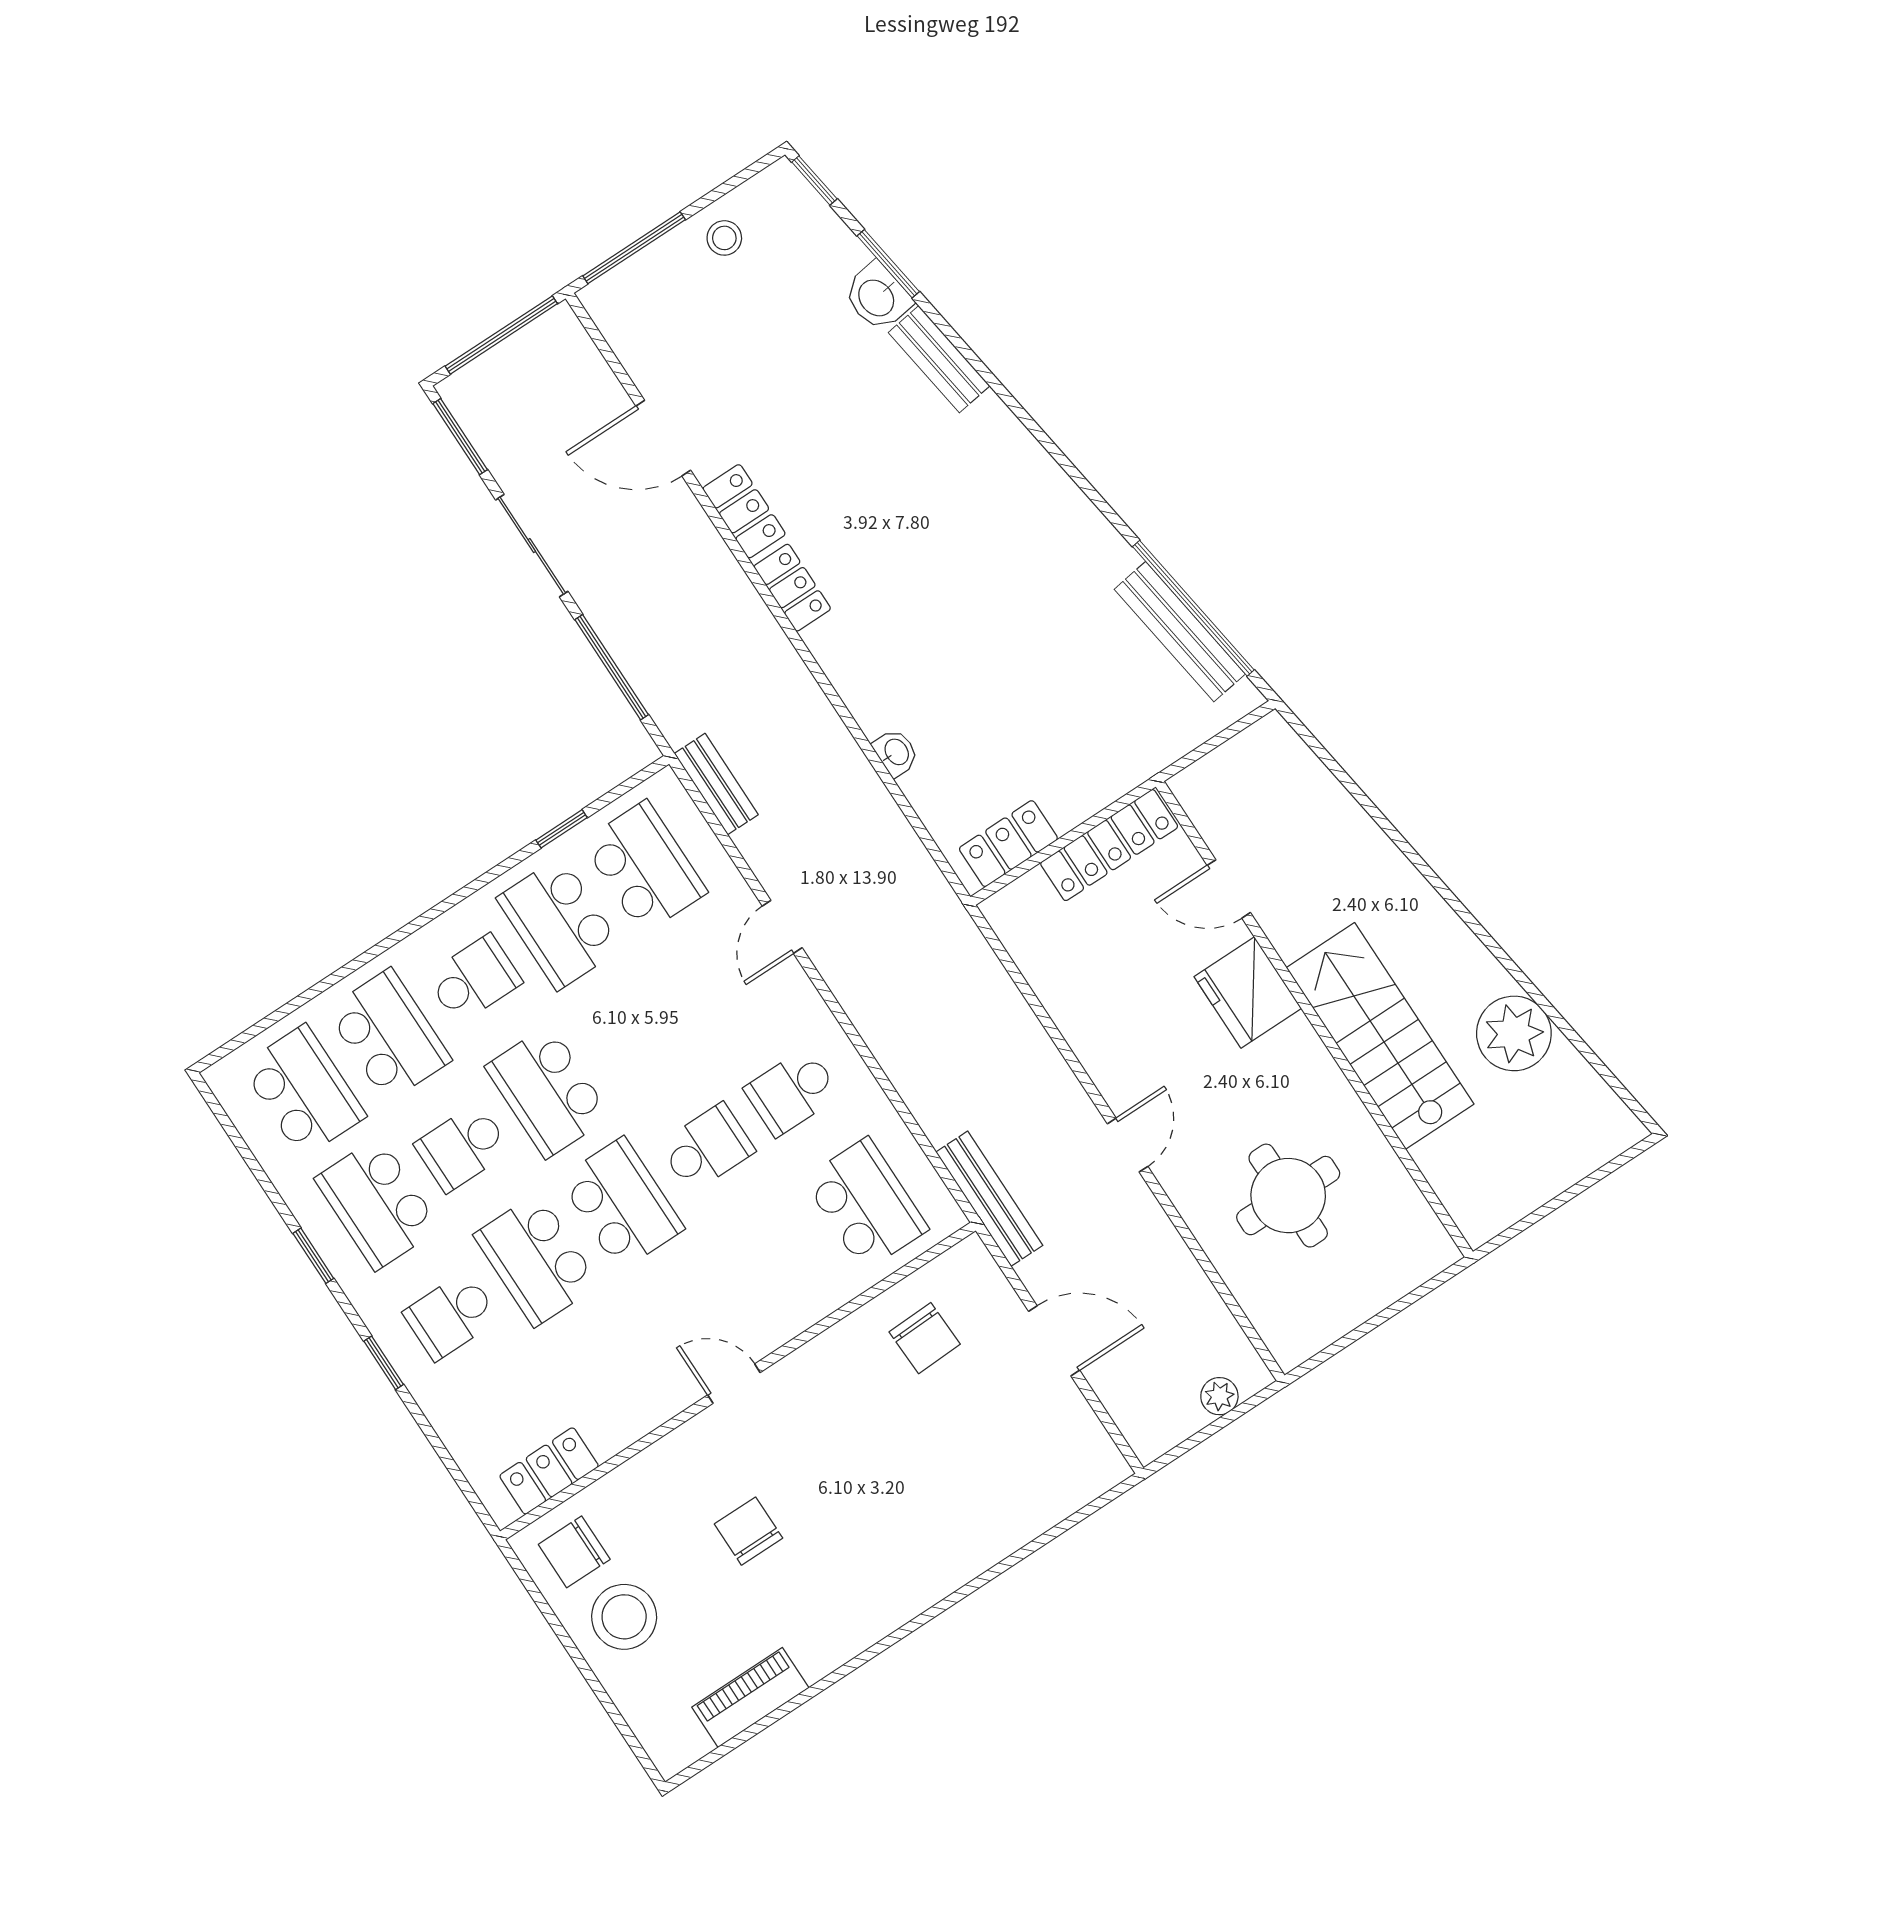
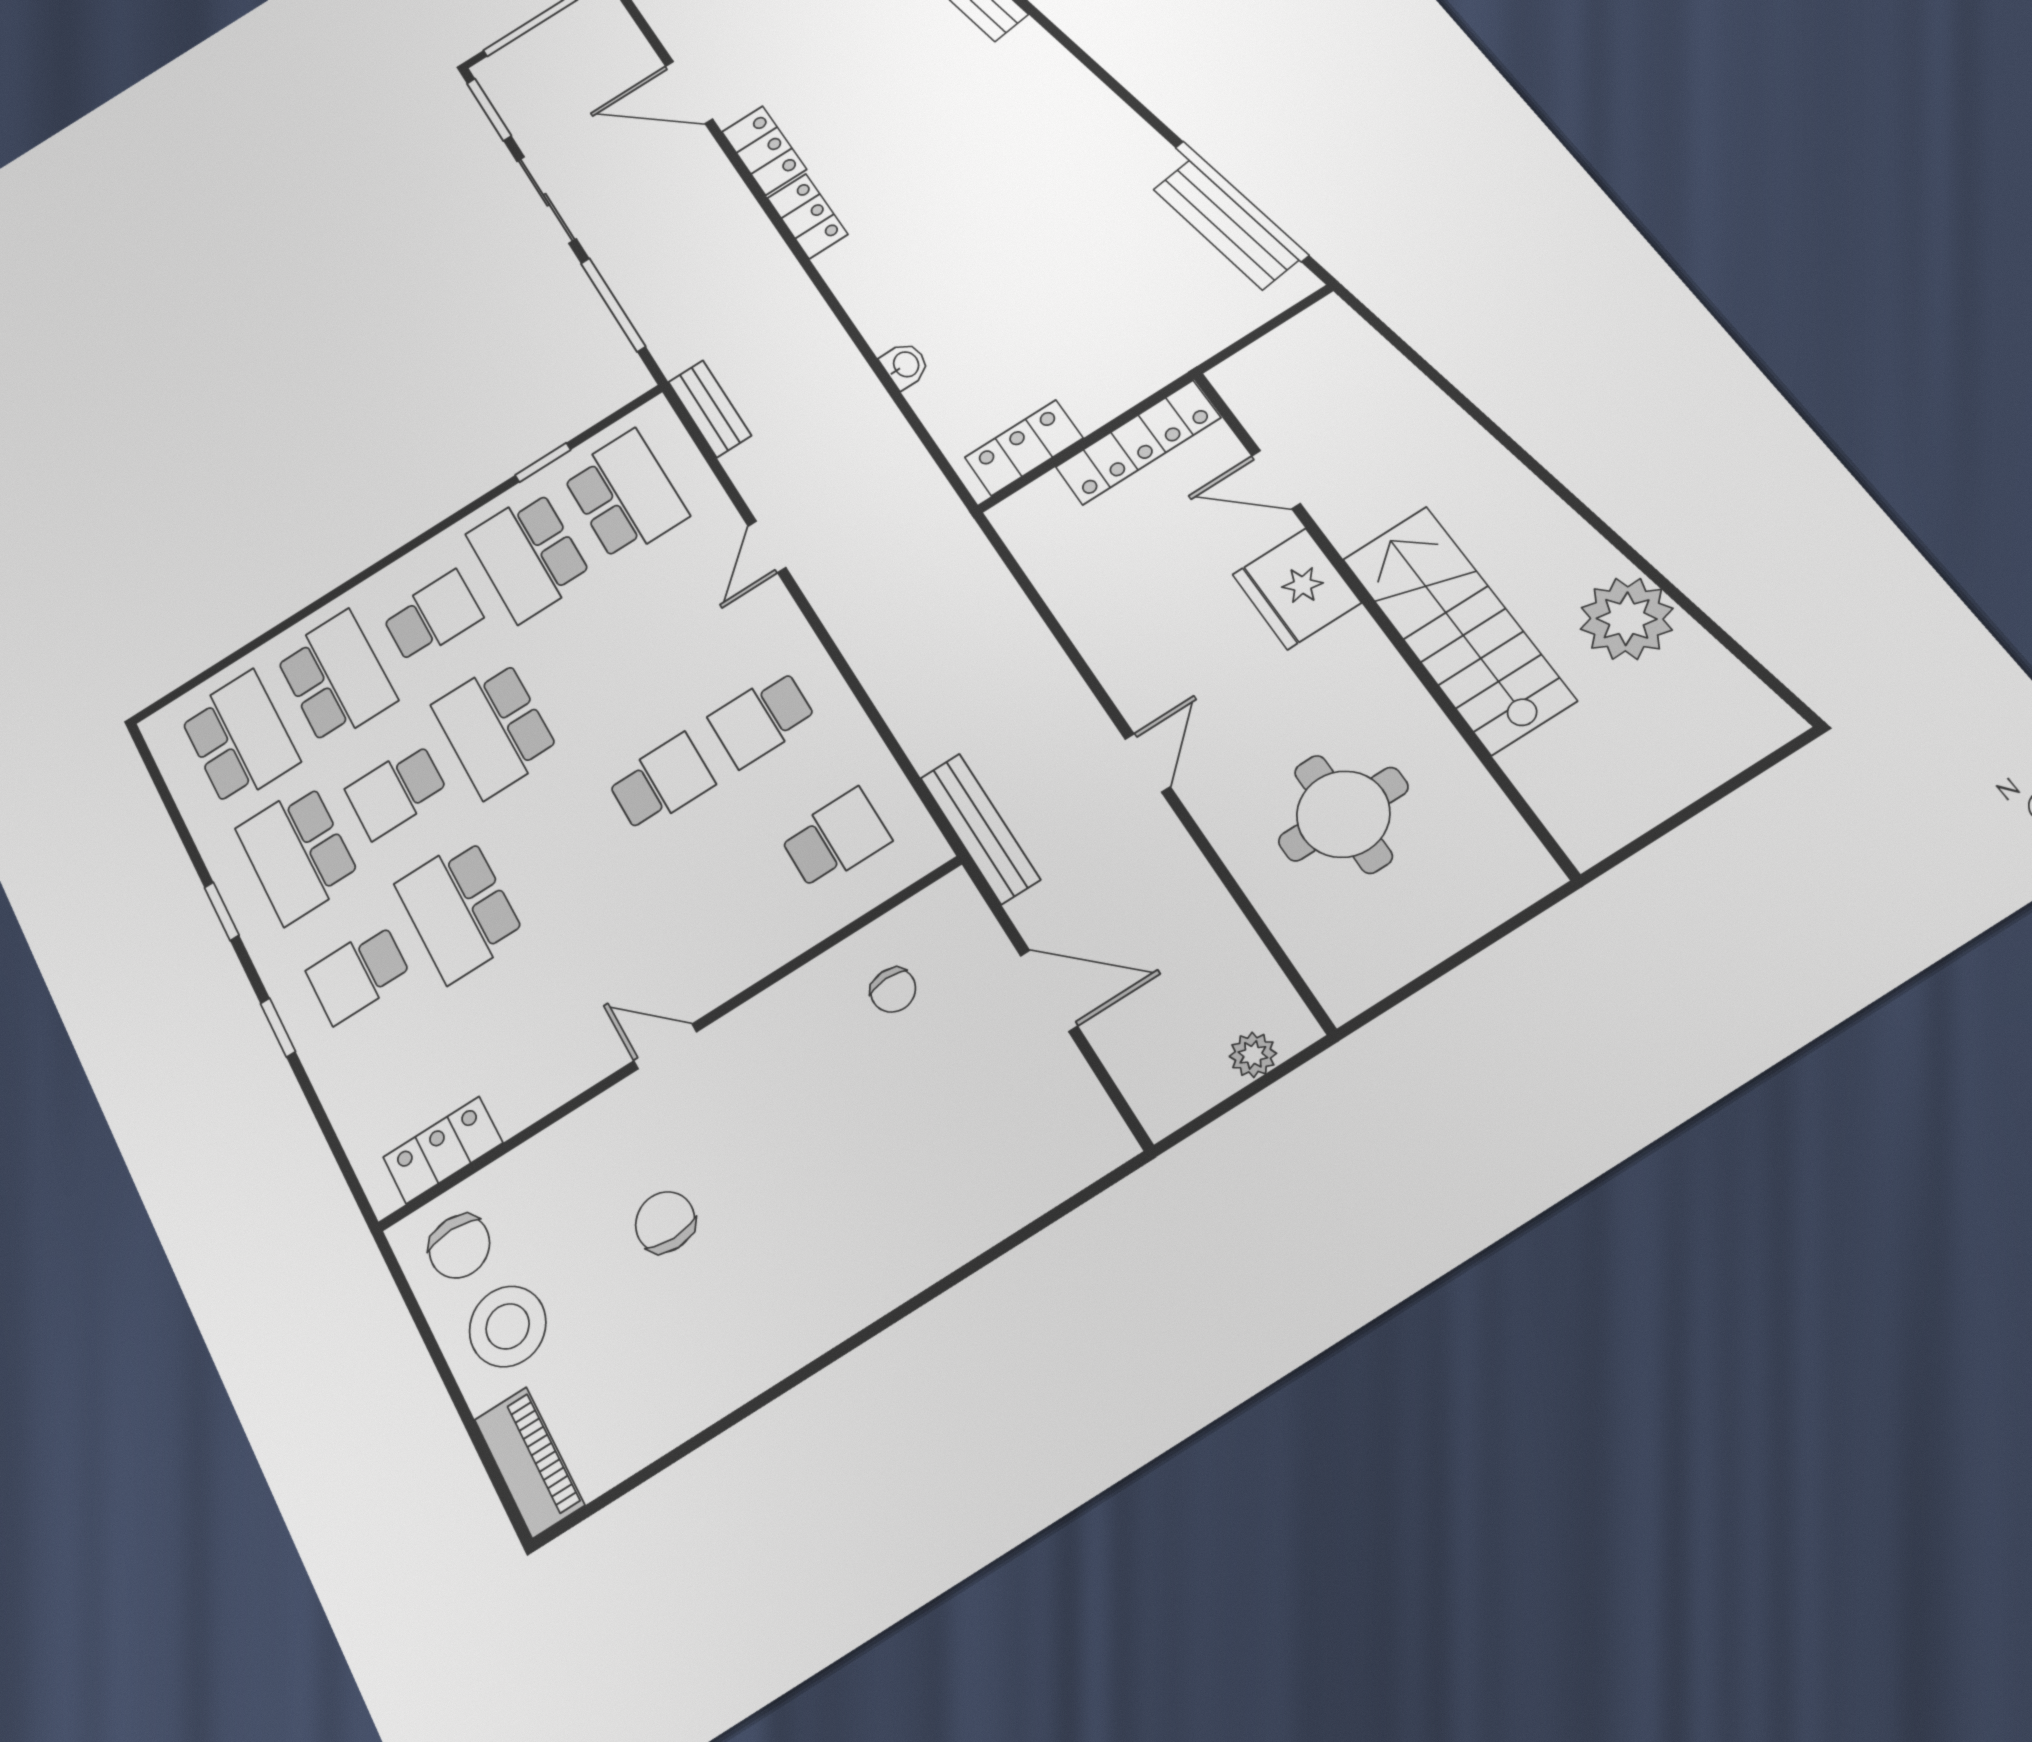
school desk: (622, 1204) -> (560, 846), removed
school desk: (866, 1204) -> (836, 839), width x0.54
chair: (925, 1338) -> (893, 990), width x0.73, depth x0.73
chair: (574, 1552) -> (459, 1246), turned -90
piano: (750, 1697) -> (529, 1462), moved, turned 90

